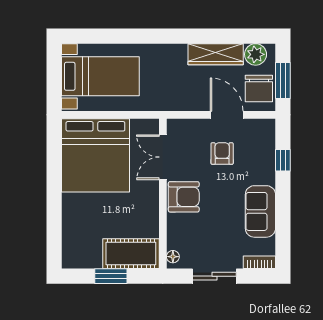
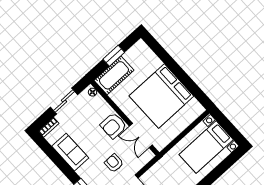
armchair: (222, 154) -> (114, 163), turned 180
bed: (95, 155) -> (161, 96), moved, turned -90
double door: (163, 157) -> (141, 136), swing flipped

